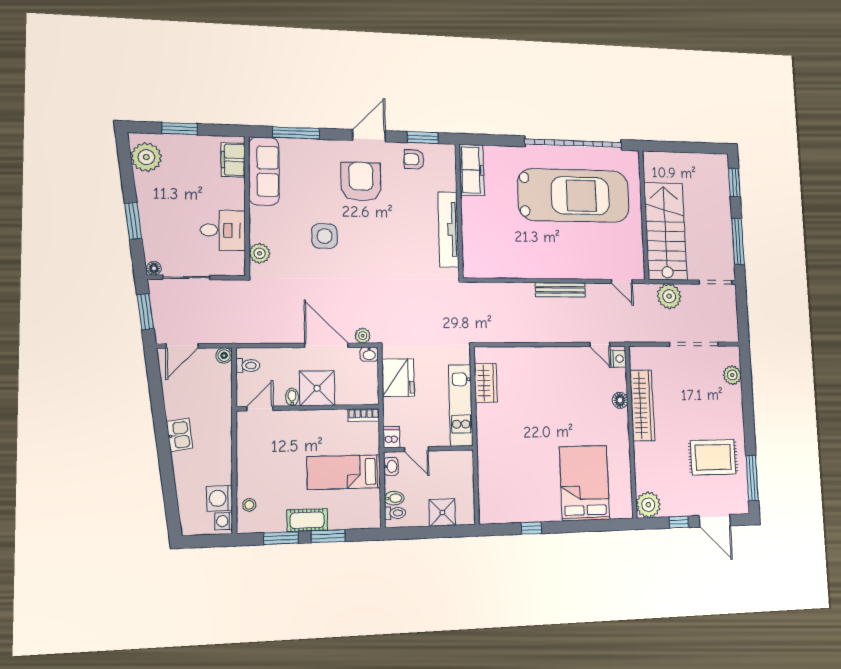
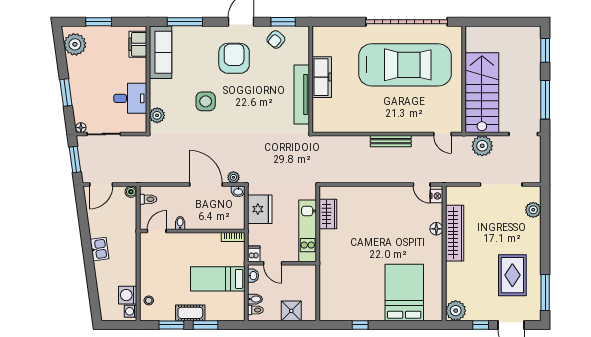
armchair: (414, 159) -> (276, 39), turned -49
freezer: (472, 170) -> (322, 77), moved
shower: (317, 388) -> (199, 217), removed
rug: (713, 457) -> (512, 275), turned 90

